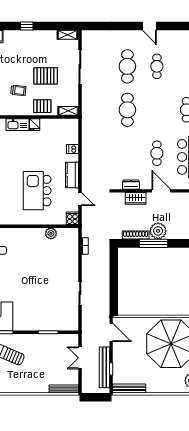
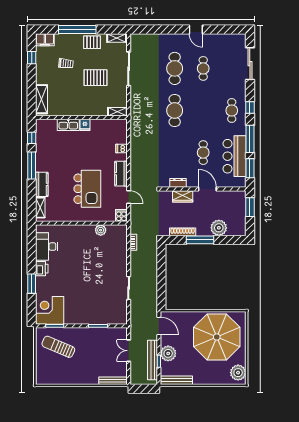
window: (27, 26) -> (77, 29), width x3.17
trolley: (18, 90) -> (66, 64), moved
pallet: (42, 106) -> (92, 42), moved
kitchen island: (37, 191) -> (87, 189), turned 180
plant: (158, 231) -> (219, 228), moved
plant: (121, 361) -> (168, 353), added

